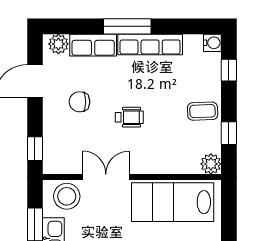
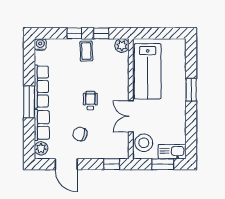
window: (229, 70) -> (74, 33), moved
chair: (79, 102) -> (80, 134), turned 107

